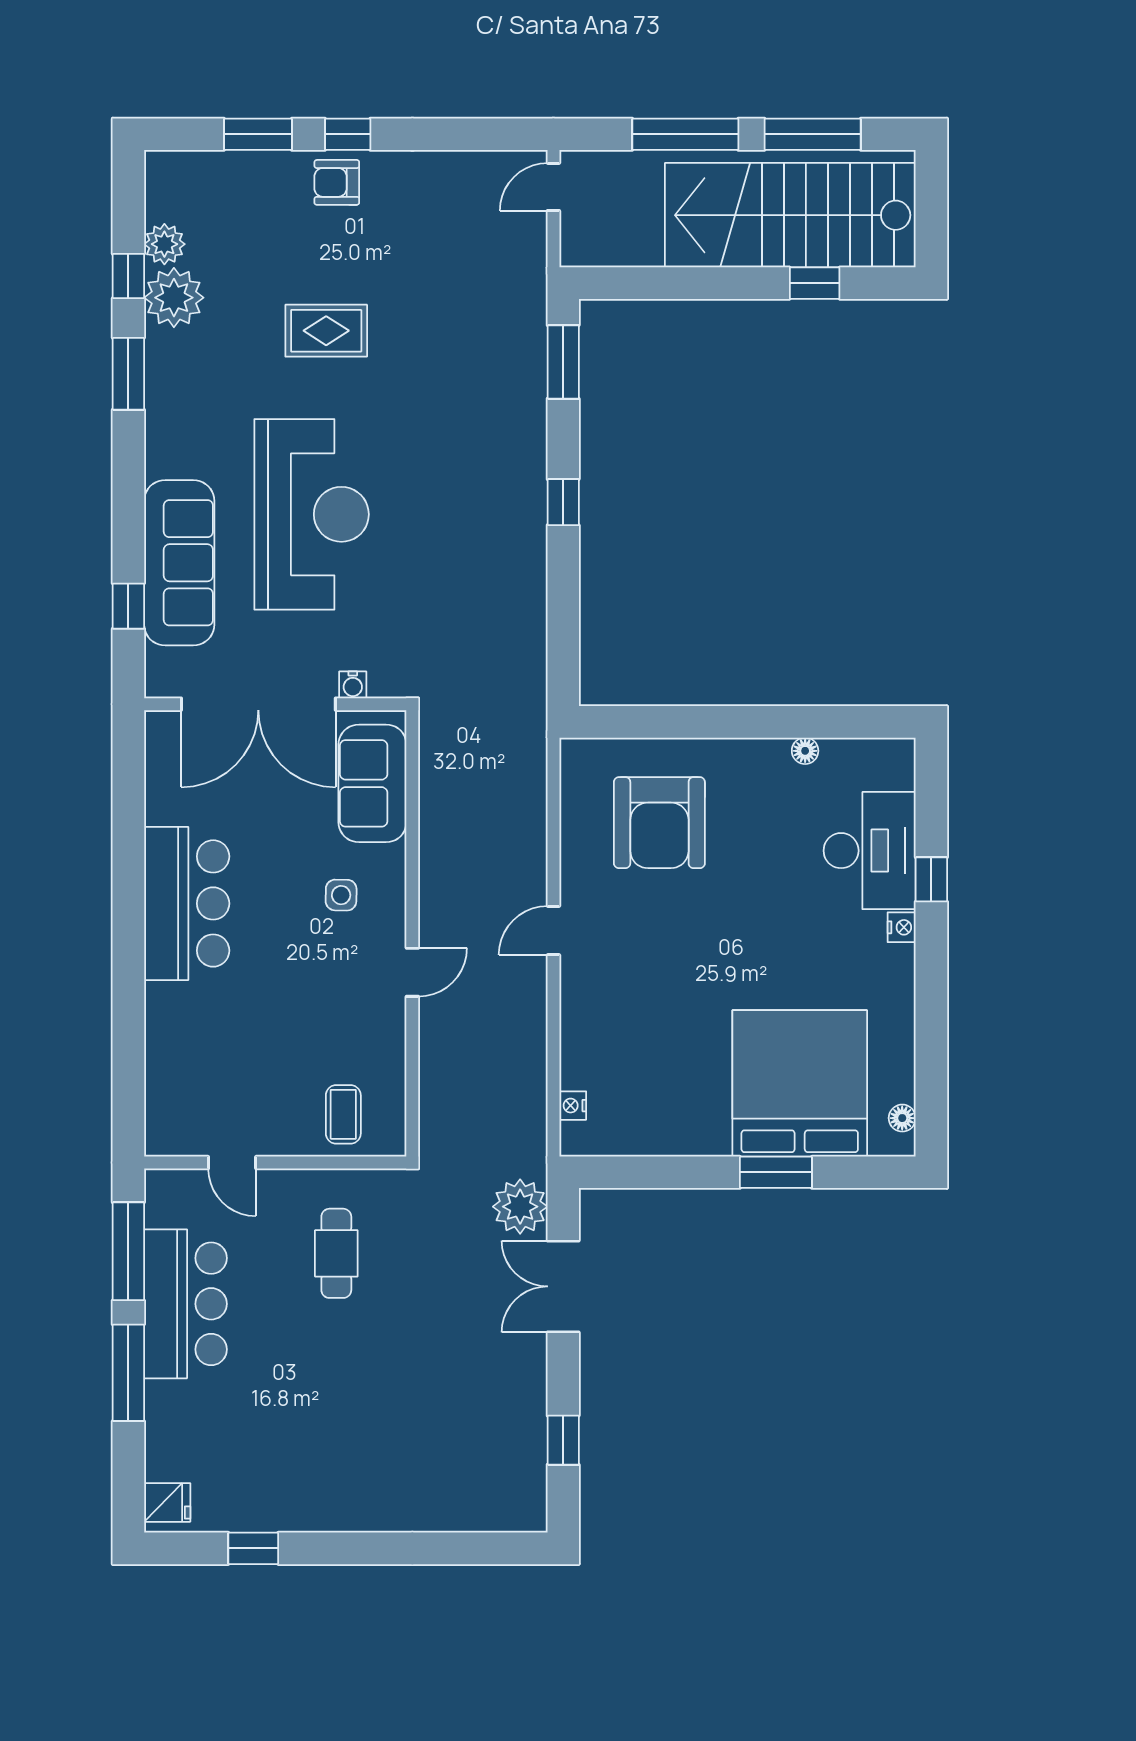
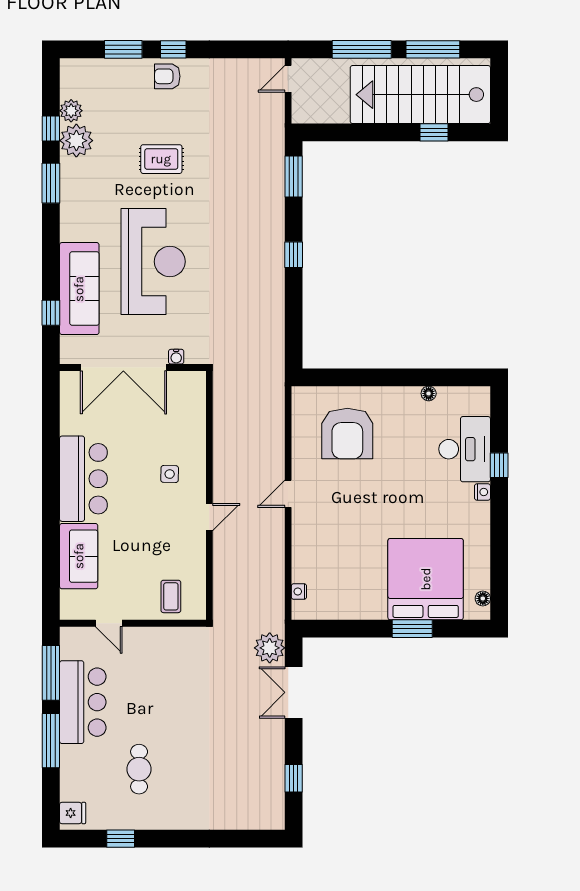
sofa: (372, 783) -> (79, 556), moved, turned 180
cafe table: (336, 1253) -> (139, 769), moved

